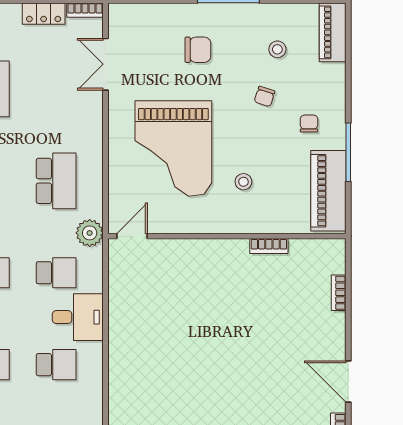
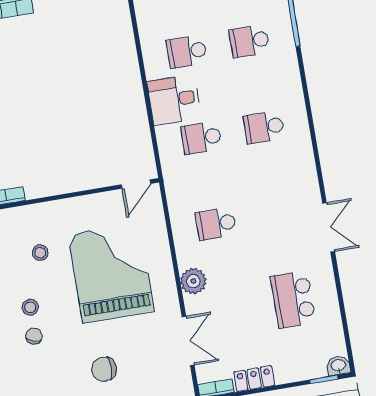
stool: (277, 49) -> (30, 307), moved
school desk: (56, 181) -> (216, 224), width x0.54
plant: (90, 233) -> (193, 281), moved

